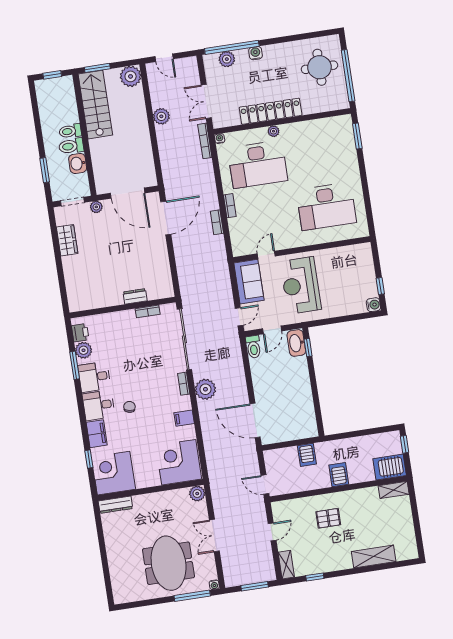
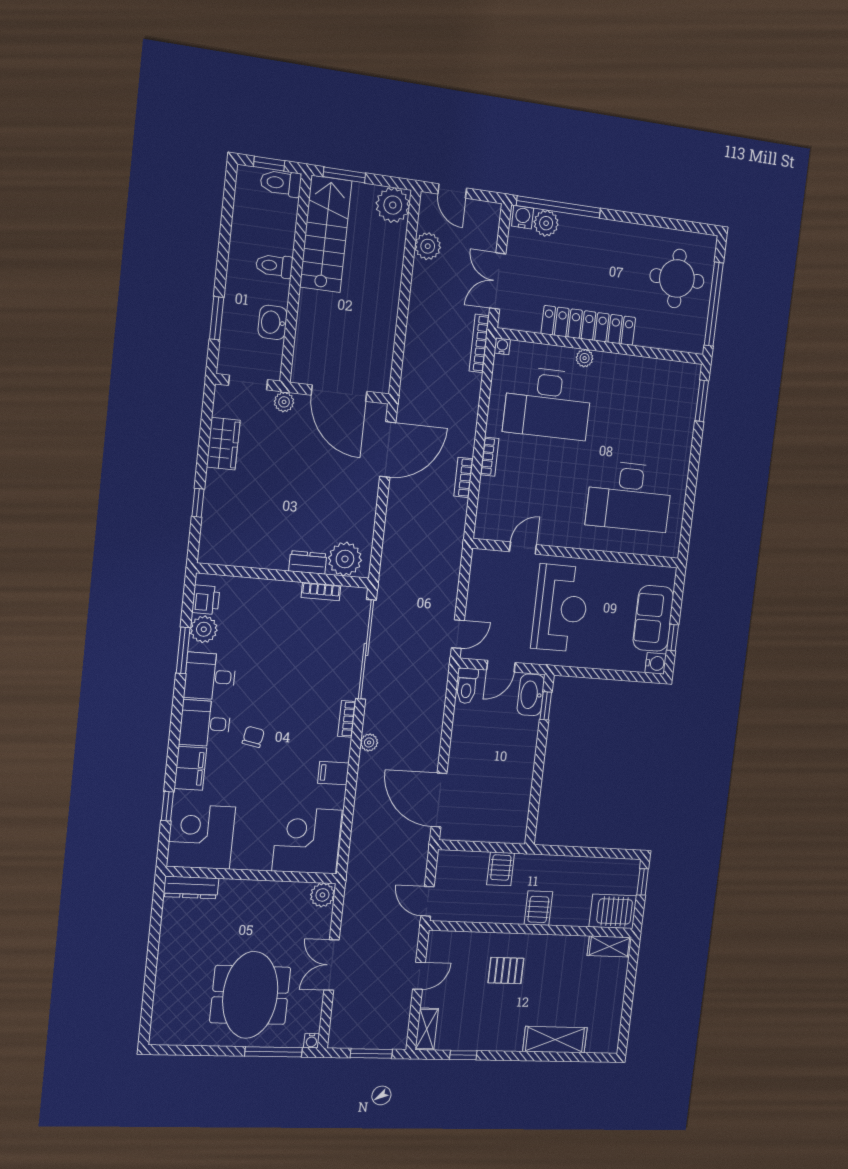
water cooler: (256, 53) -> (523, 217), moved
plant: (161, 116) -> (428, 246), moved
toilet: (71, 146) -> (281, 183), moved
window: (61, 278) -> (198, 503), added
sofa: (249, 282) -> (653, 618), moved, turned 180
reception desk: (301, 285) -> (560, 608), turned 180
plant: (157, 289) -> (345, 559), added
plant: (205, 389) -> (369, 742), width x0.53, depth x0.53

